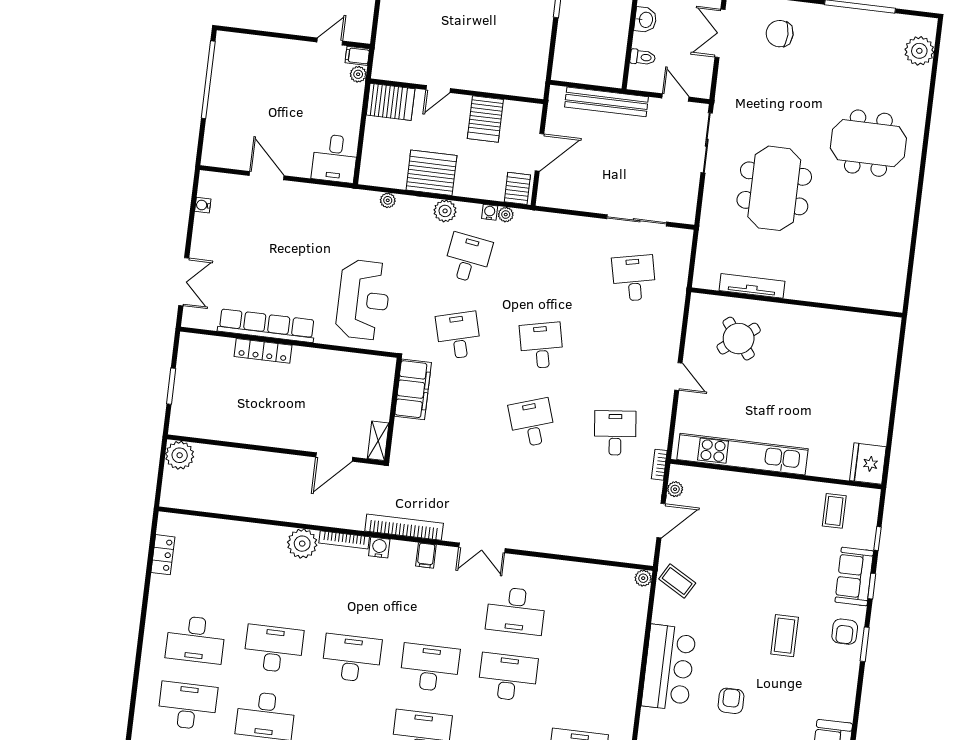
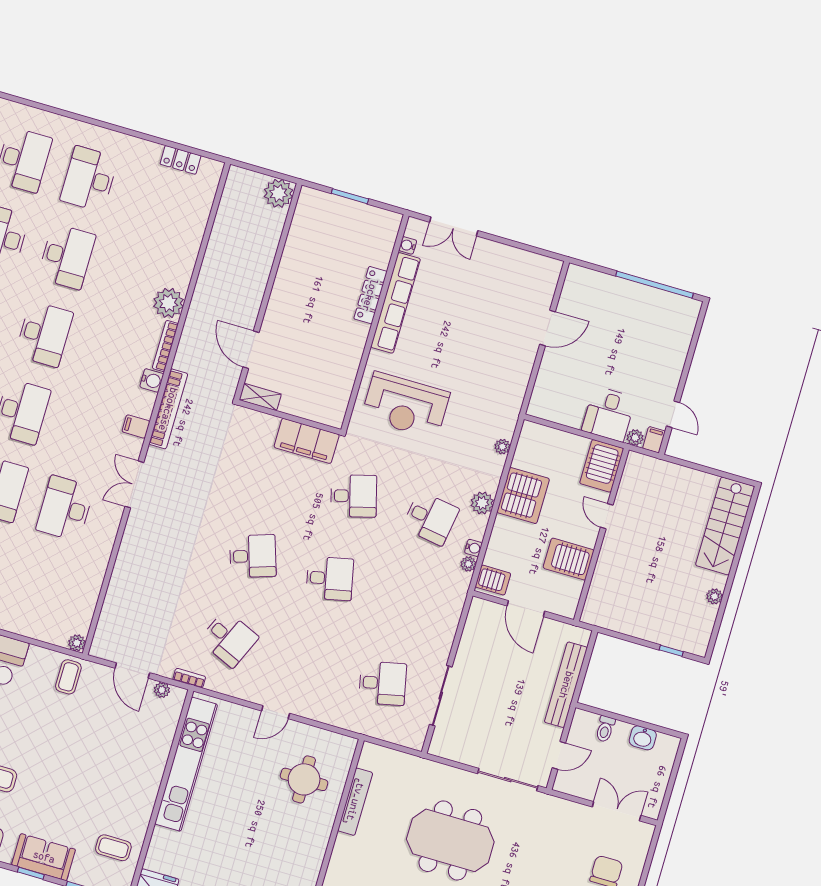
desk: (335, 158) -> (609, 414), moved, turned -90
water cooler: (203, 205) -> (408, 245), moved, turned -90
round table: (739, 339) -> (304, 779), turned 38
desk: (615, 433) -> (229, 639), turned 30
coffee table: (677, 581) -> (68, 677), turned -30

